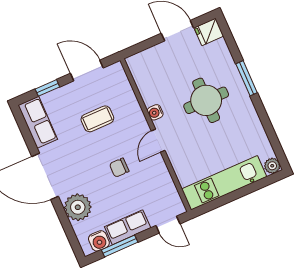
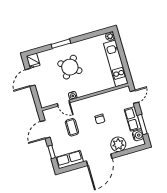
round table: (206, 100) -> (70, 67), turned 37
door: (158, 141) -> (63, 103), moved

